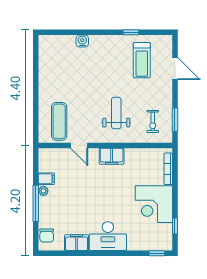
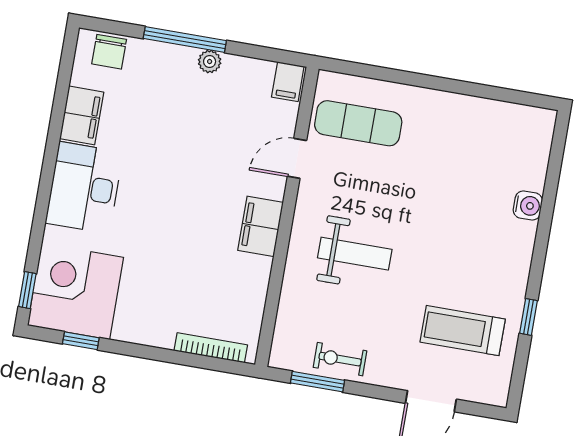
exercise bike: (153, 121) -> (340, 359), moved
filing cabinet: (46, 179) -> (288, 82), moved
corner desk: (154, 204) -> (76, 291), moved
chair: (47, 235) -> (109, 52), turned -90

